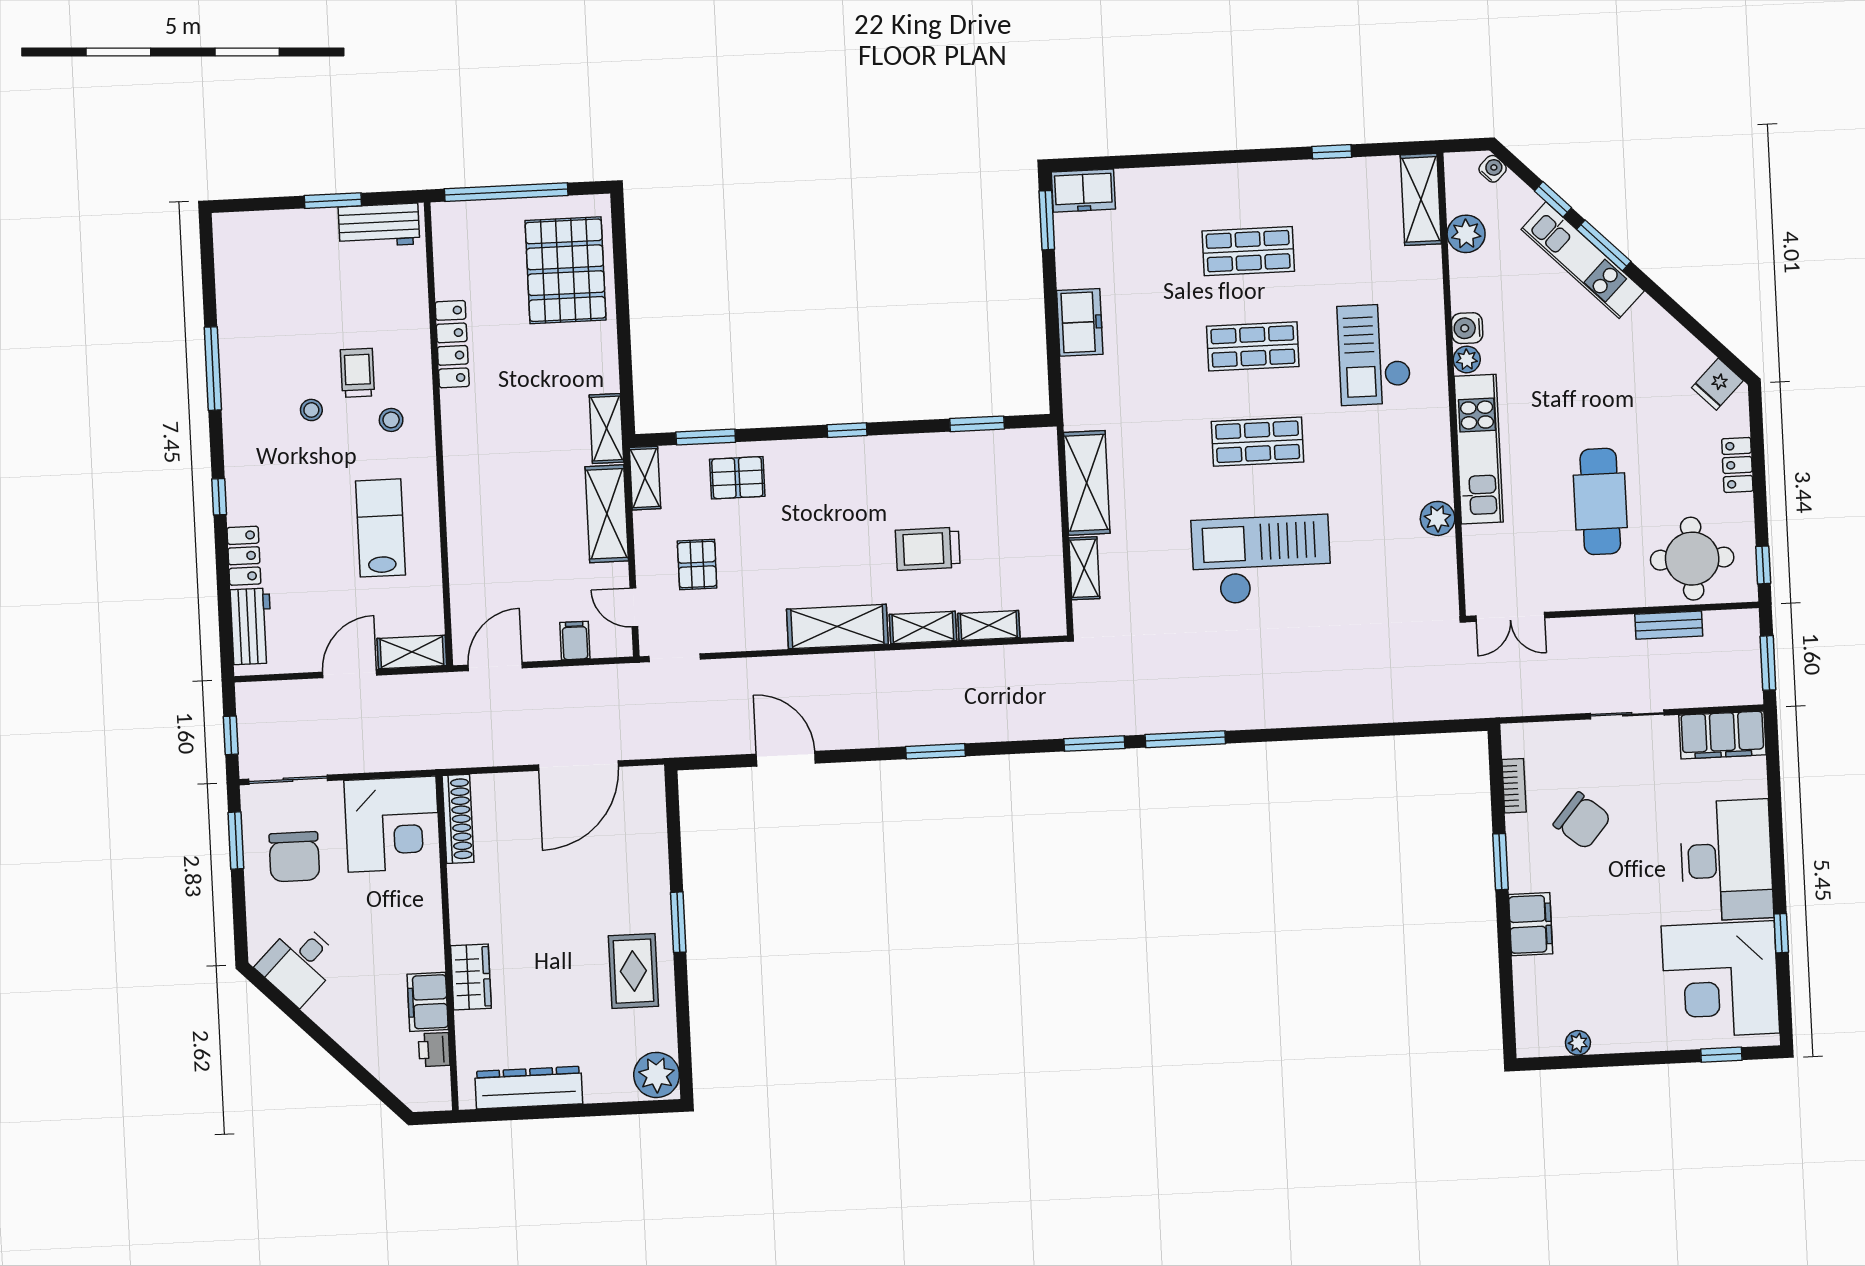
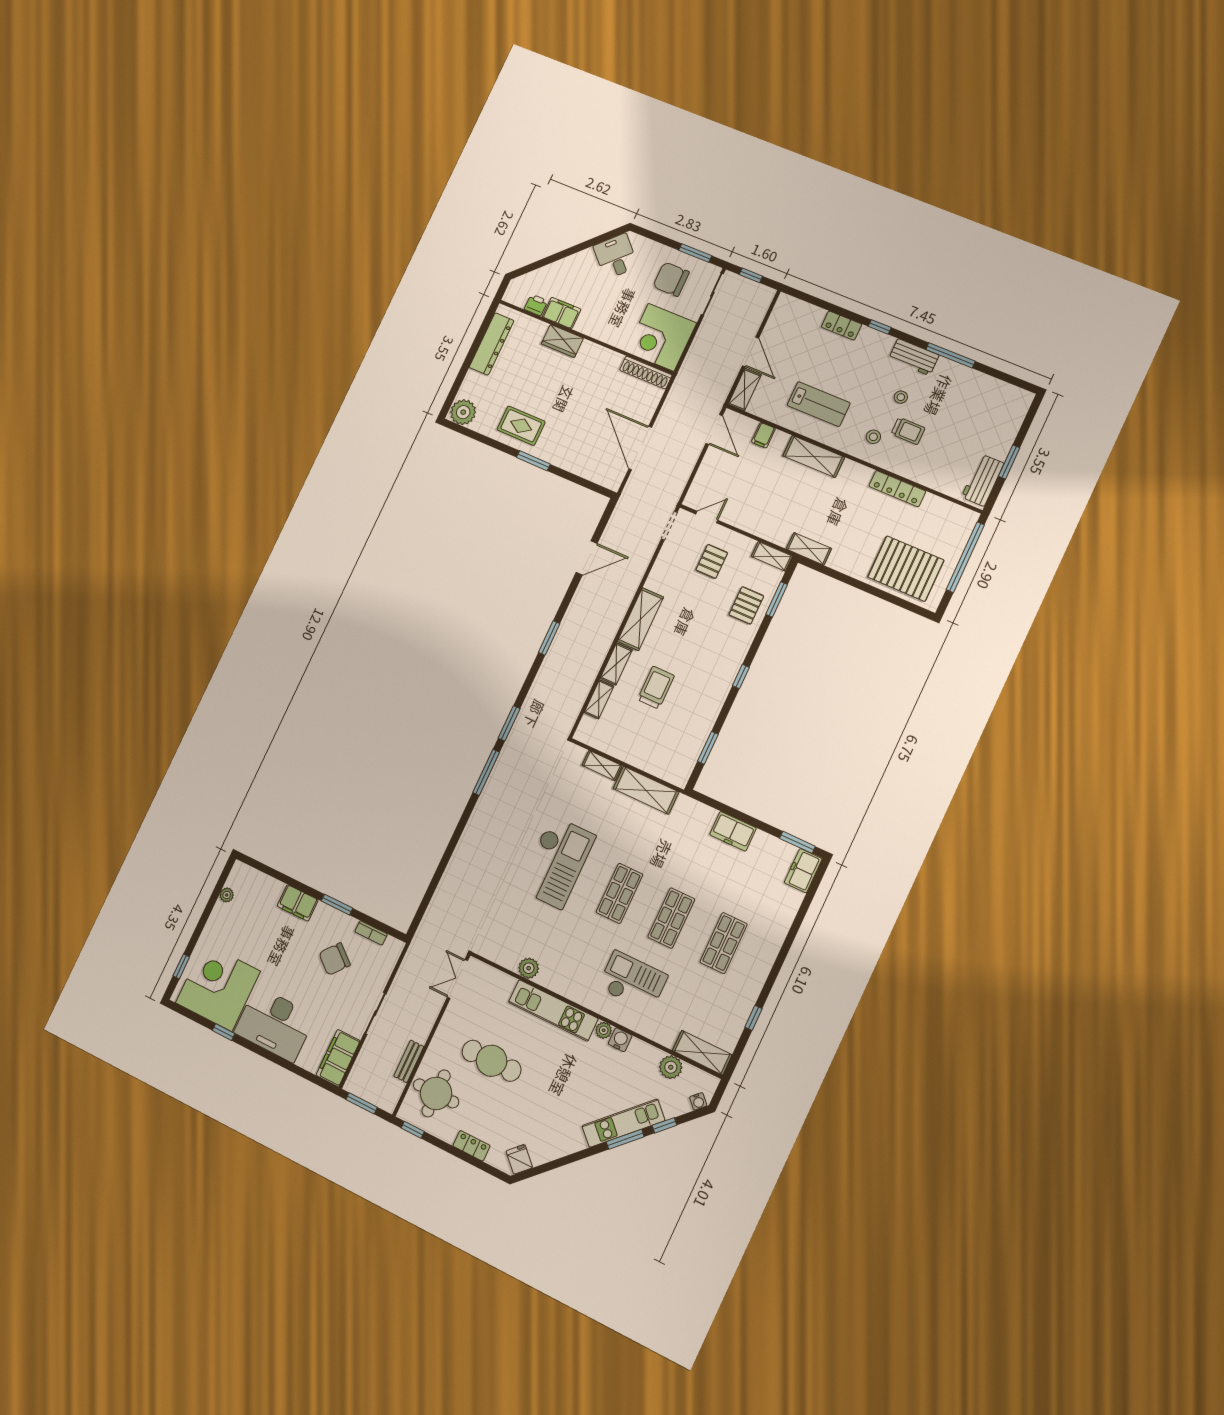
shelving: (607, 514) -> (814, 457), moved
pallet: (697, 565) -> (712, 561), turned 90
workbench: (251, 626) -> (914, 357), moved
filing cabinet: (575, 641) -> (763, 435), moved, turned 90

